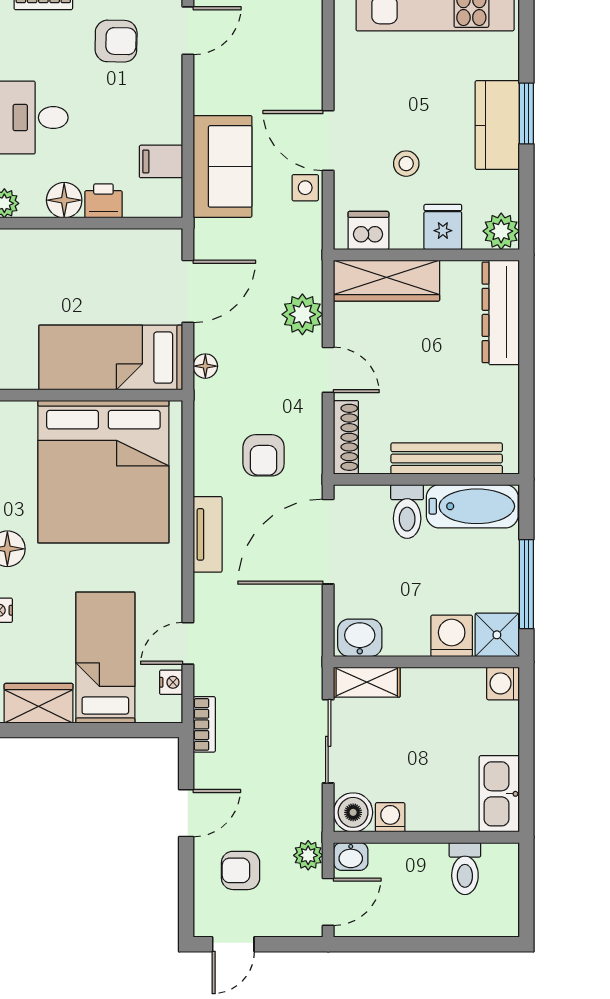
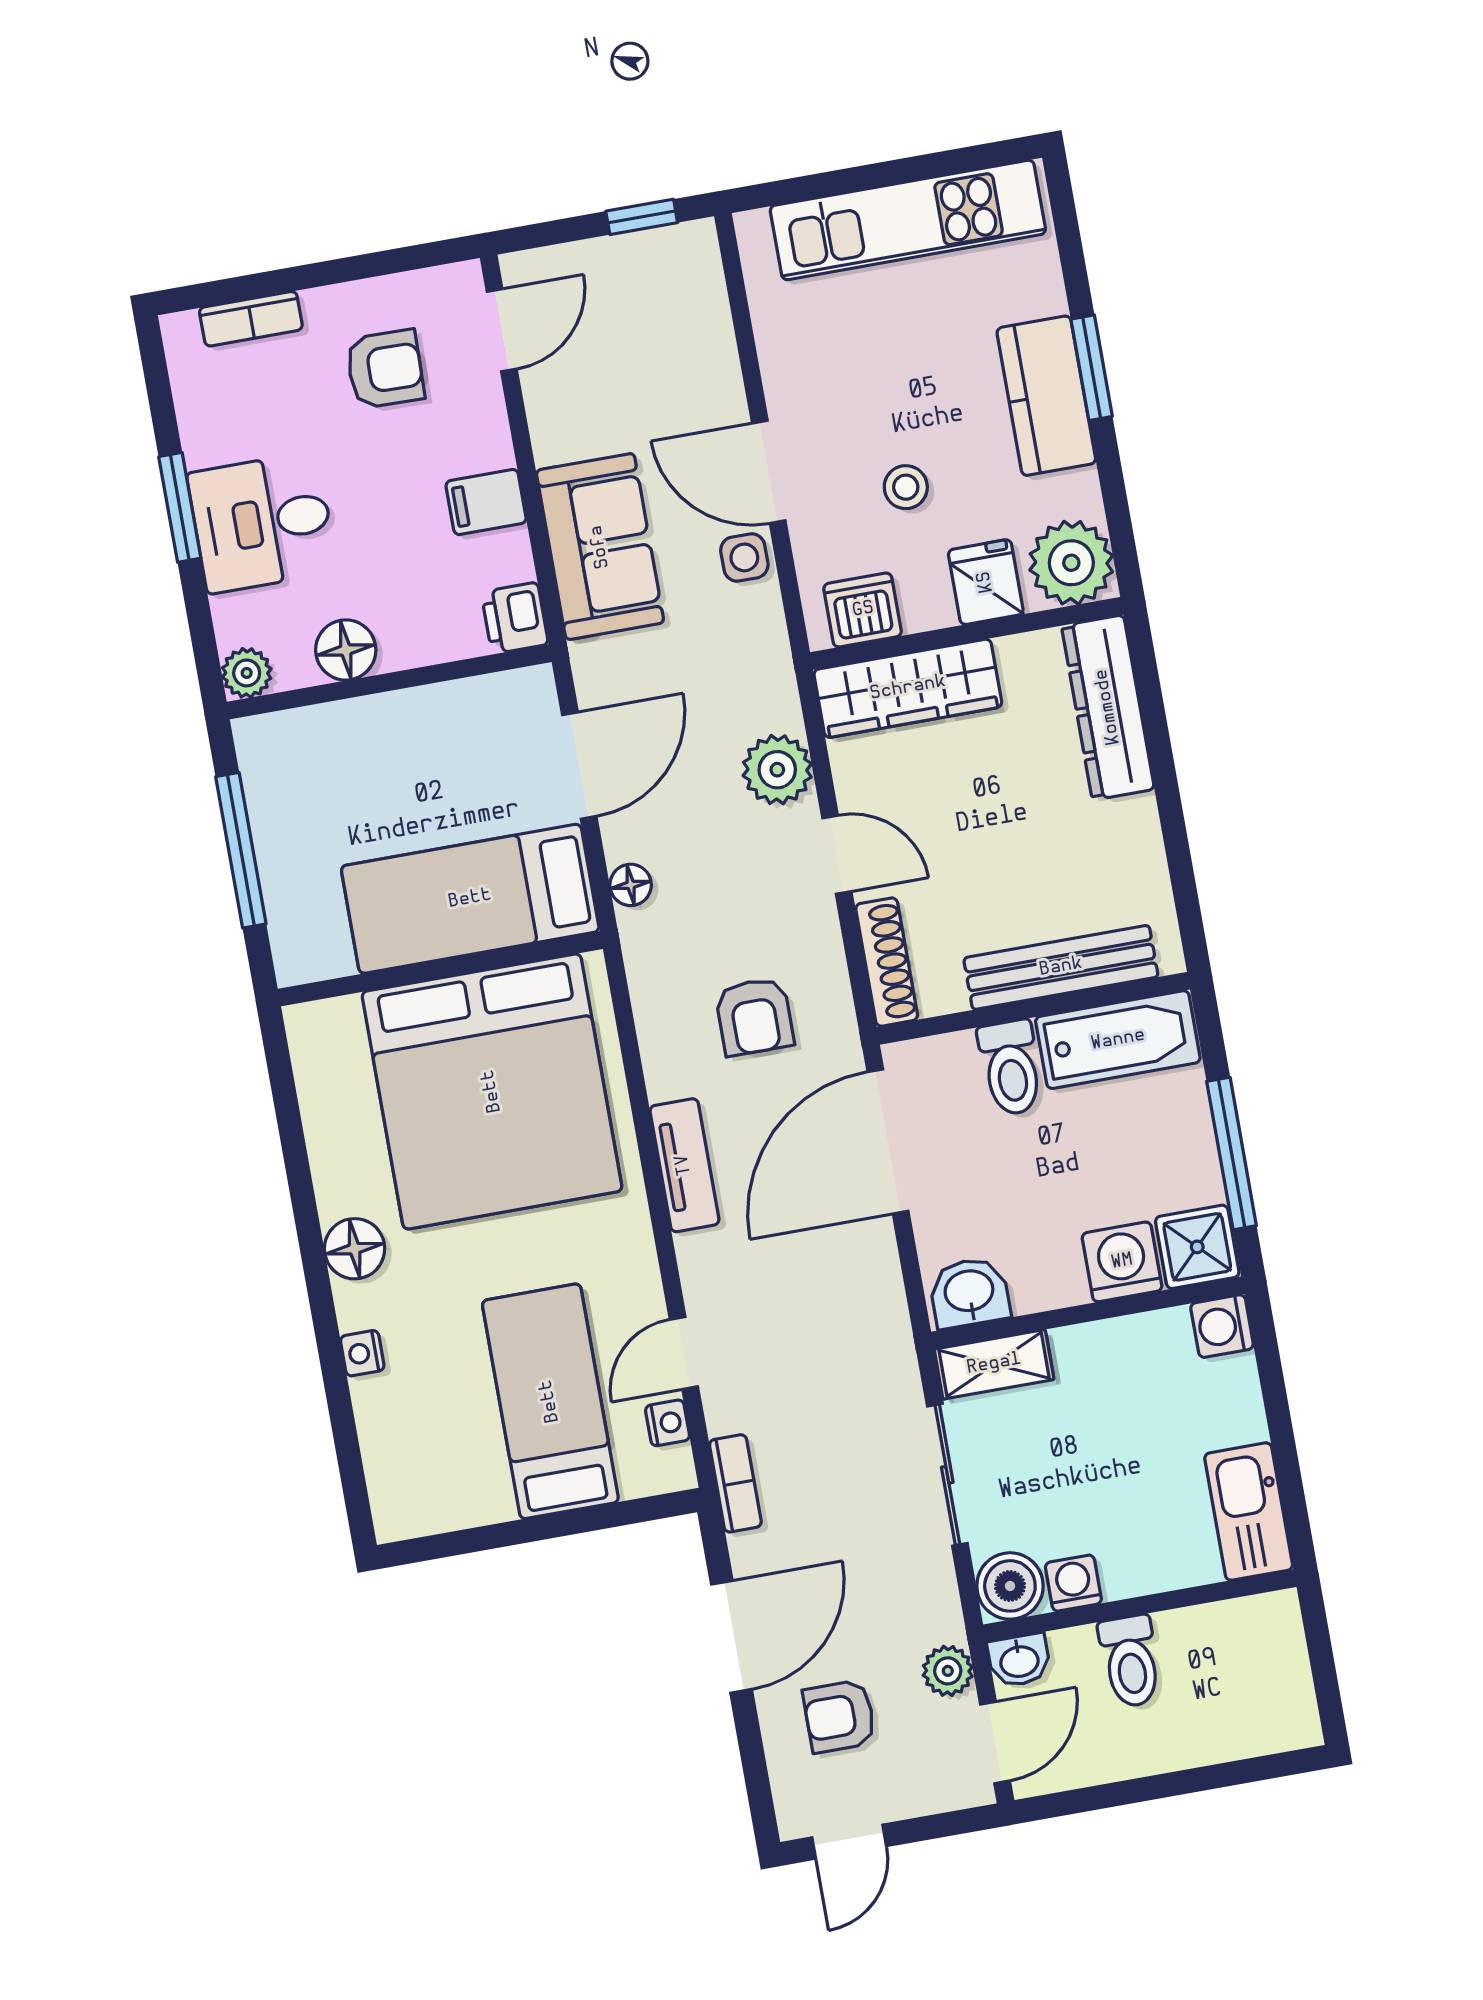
filing cabinet: (161, 161) -> (486, 502), moved
printer: (103, 201) -> (515, 618), moved, turned -90
plant: (501, 231) -> (1071, 563), width x1.36, depth x1.36
wardrobe: (39, 703) -> (453, 1497), removed
door: (186, 813) -> (731, 1637), width x1.38
toilet: (465, 869) -> (1130, 1661), moved

